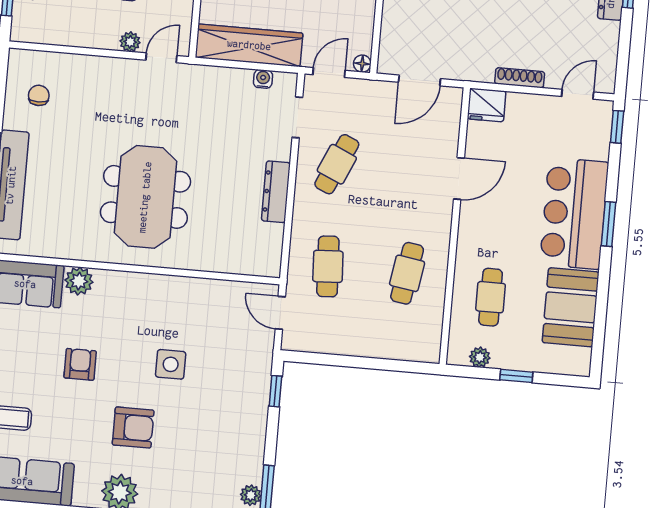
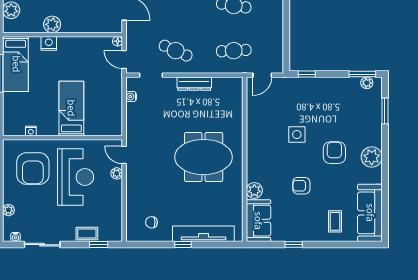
wardrobe: (249, 45) -> (113, 106), removed

